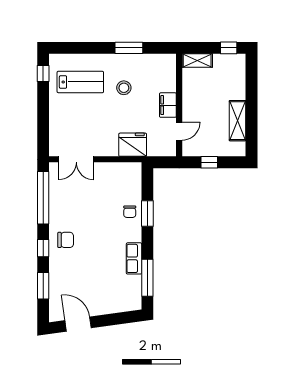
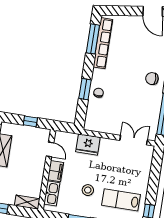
kitchen sink: (168, 76) -> (52, 193), added
door: (179, 131) -> (50, 149), swing flipped
row of seats: (134, 258) -> (103, 43), width x2.02

